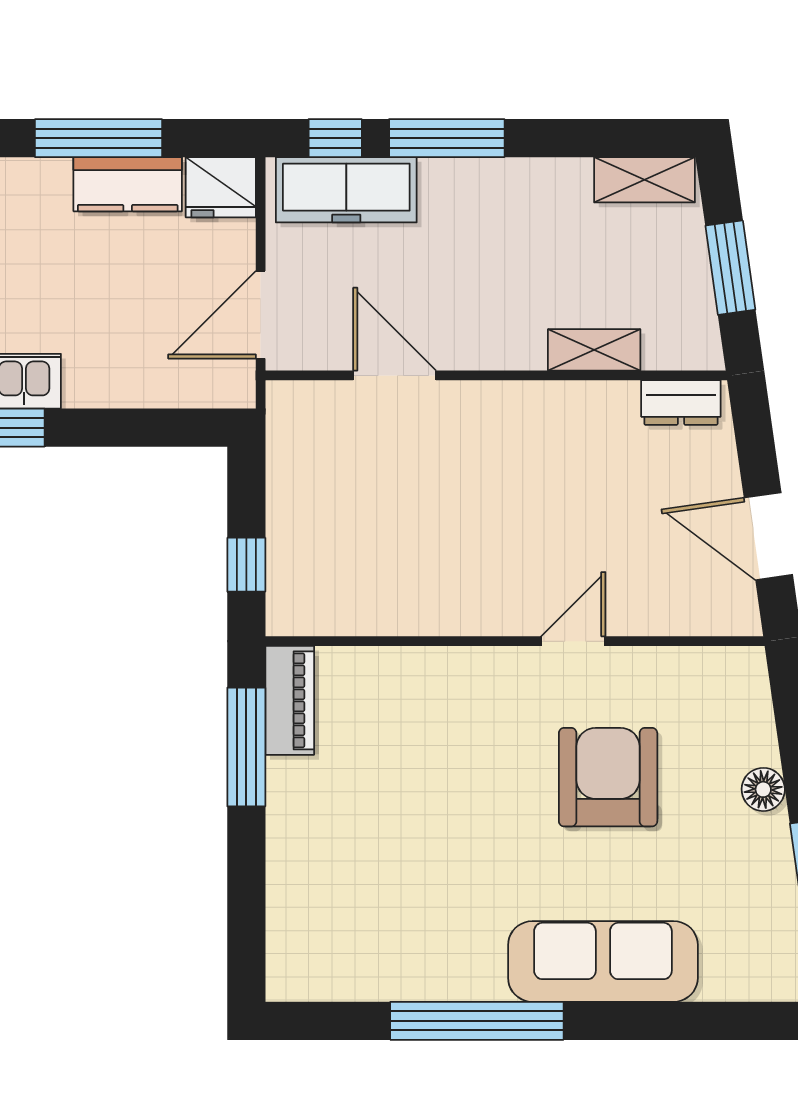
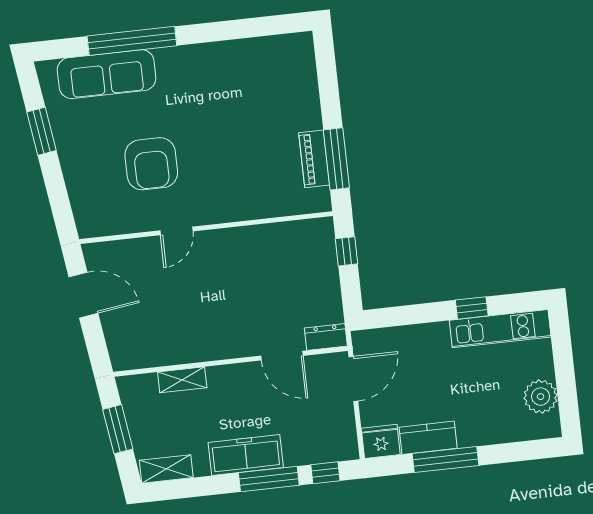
freezer: (346, 190) -> (246, 455), moved
dresser: (681, 402) -> (326, 337), moved
piano: (290, 700) -> (314, 159), moved
floor lamp: (763, 789) -> (72, 166), removed
sofa: (603, 961) -> (107, 74), moved
window: (477, 1021) -> (132, 41), moved

